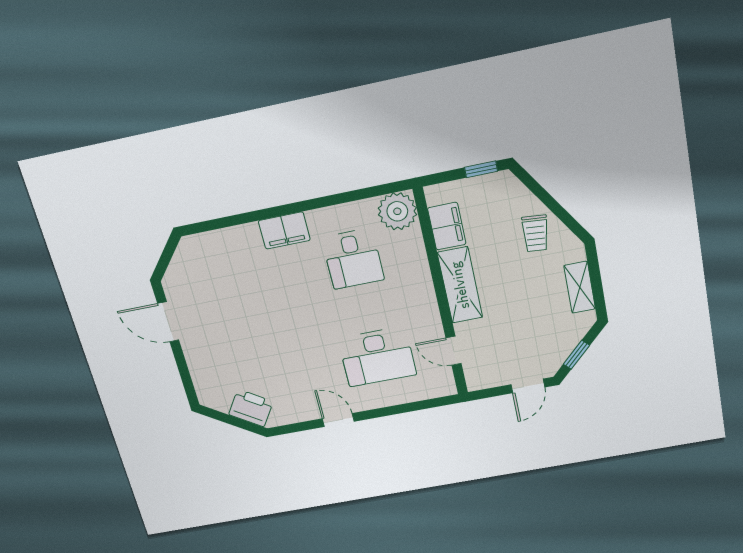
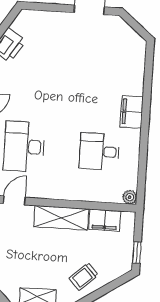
plant: (397, 211) -> (130, 197), width x0.53, depth x0.53
trolley: (535, 233) -> (84, 277), turned -48

